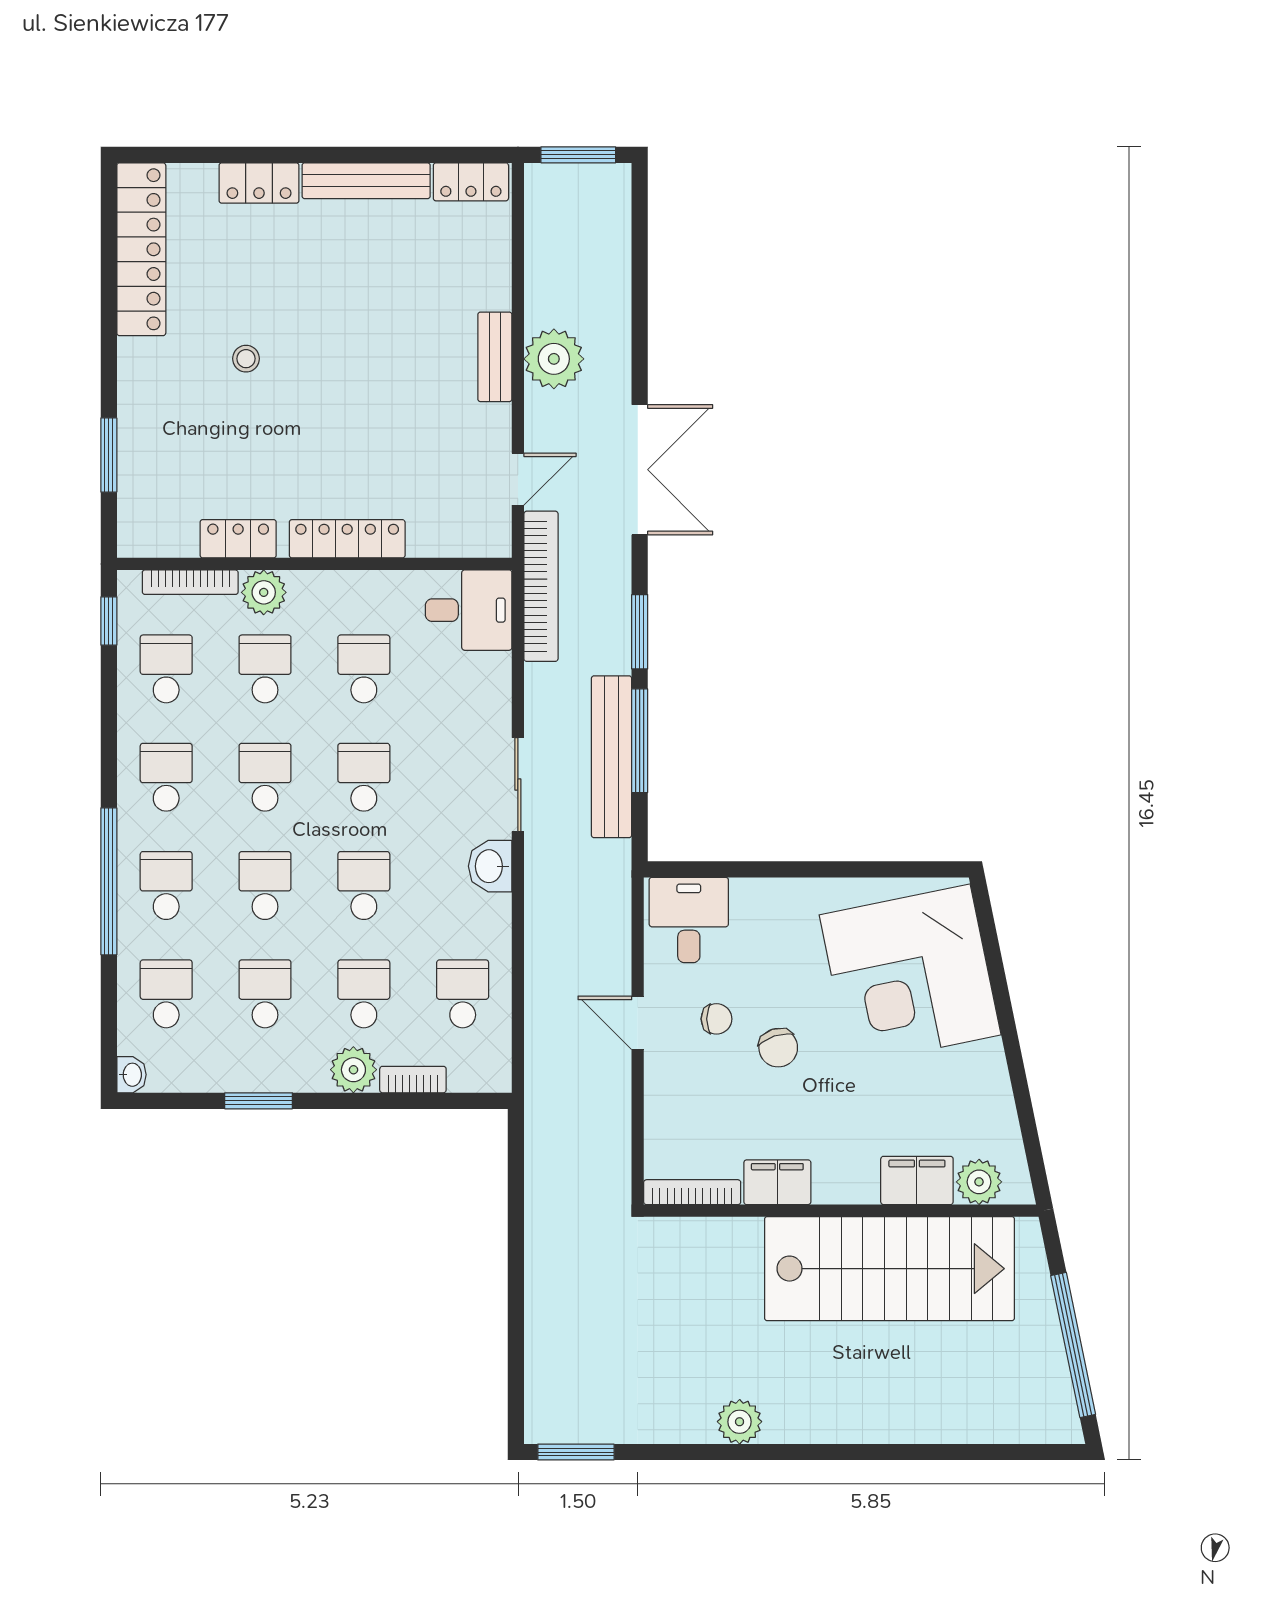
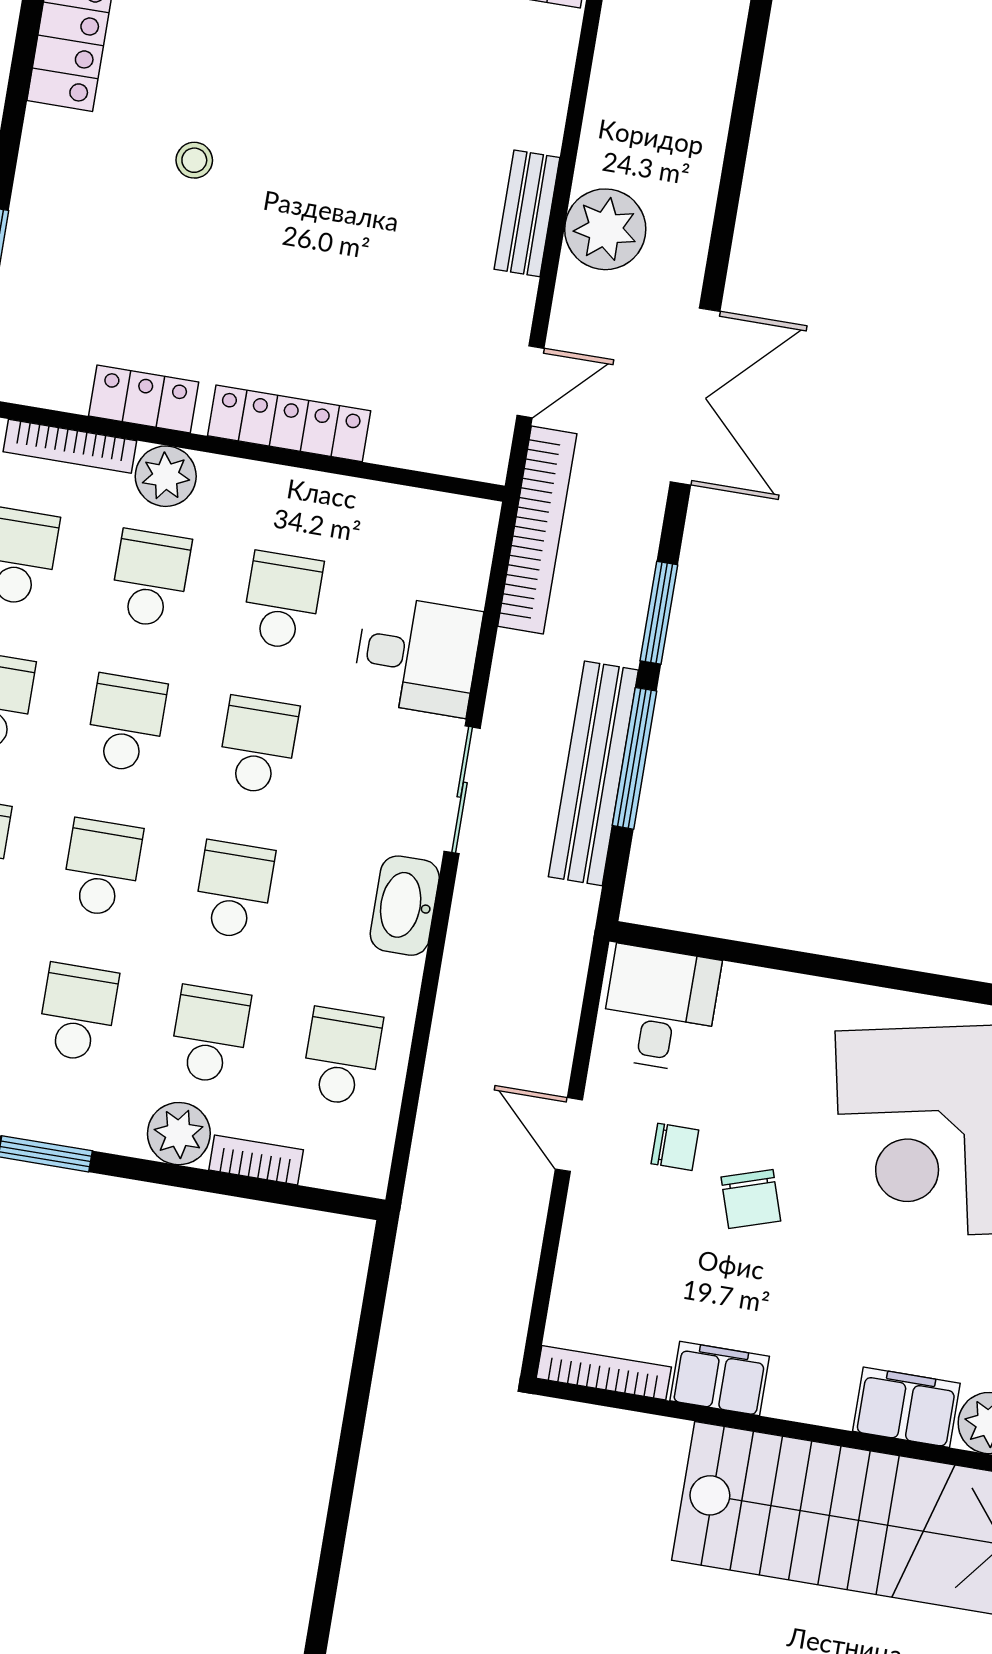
desk: (469, 610) -> (417, 656), moved
washbasin: (490, 866) -> (405, 906), width x1.38

